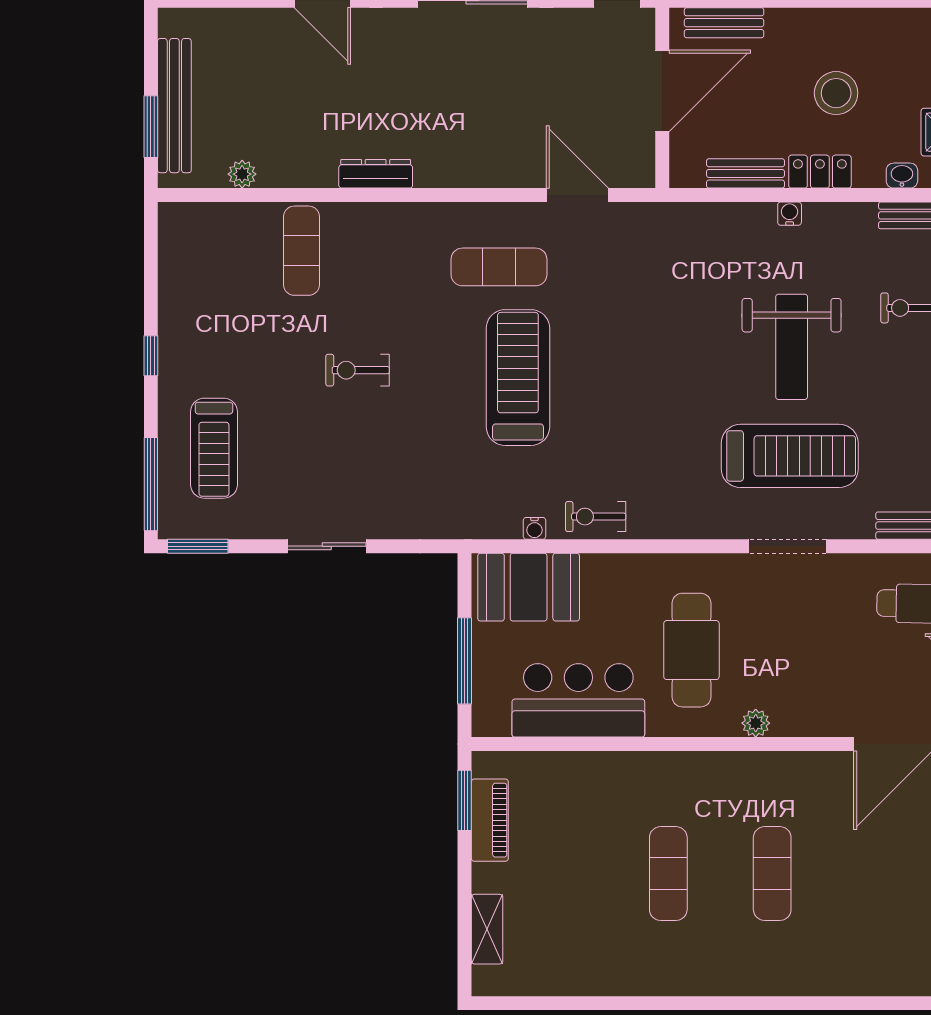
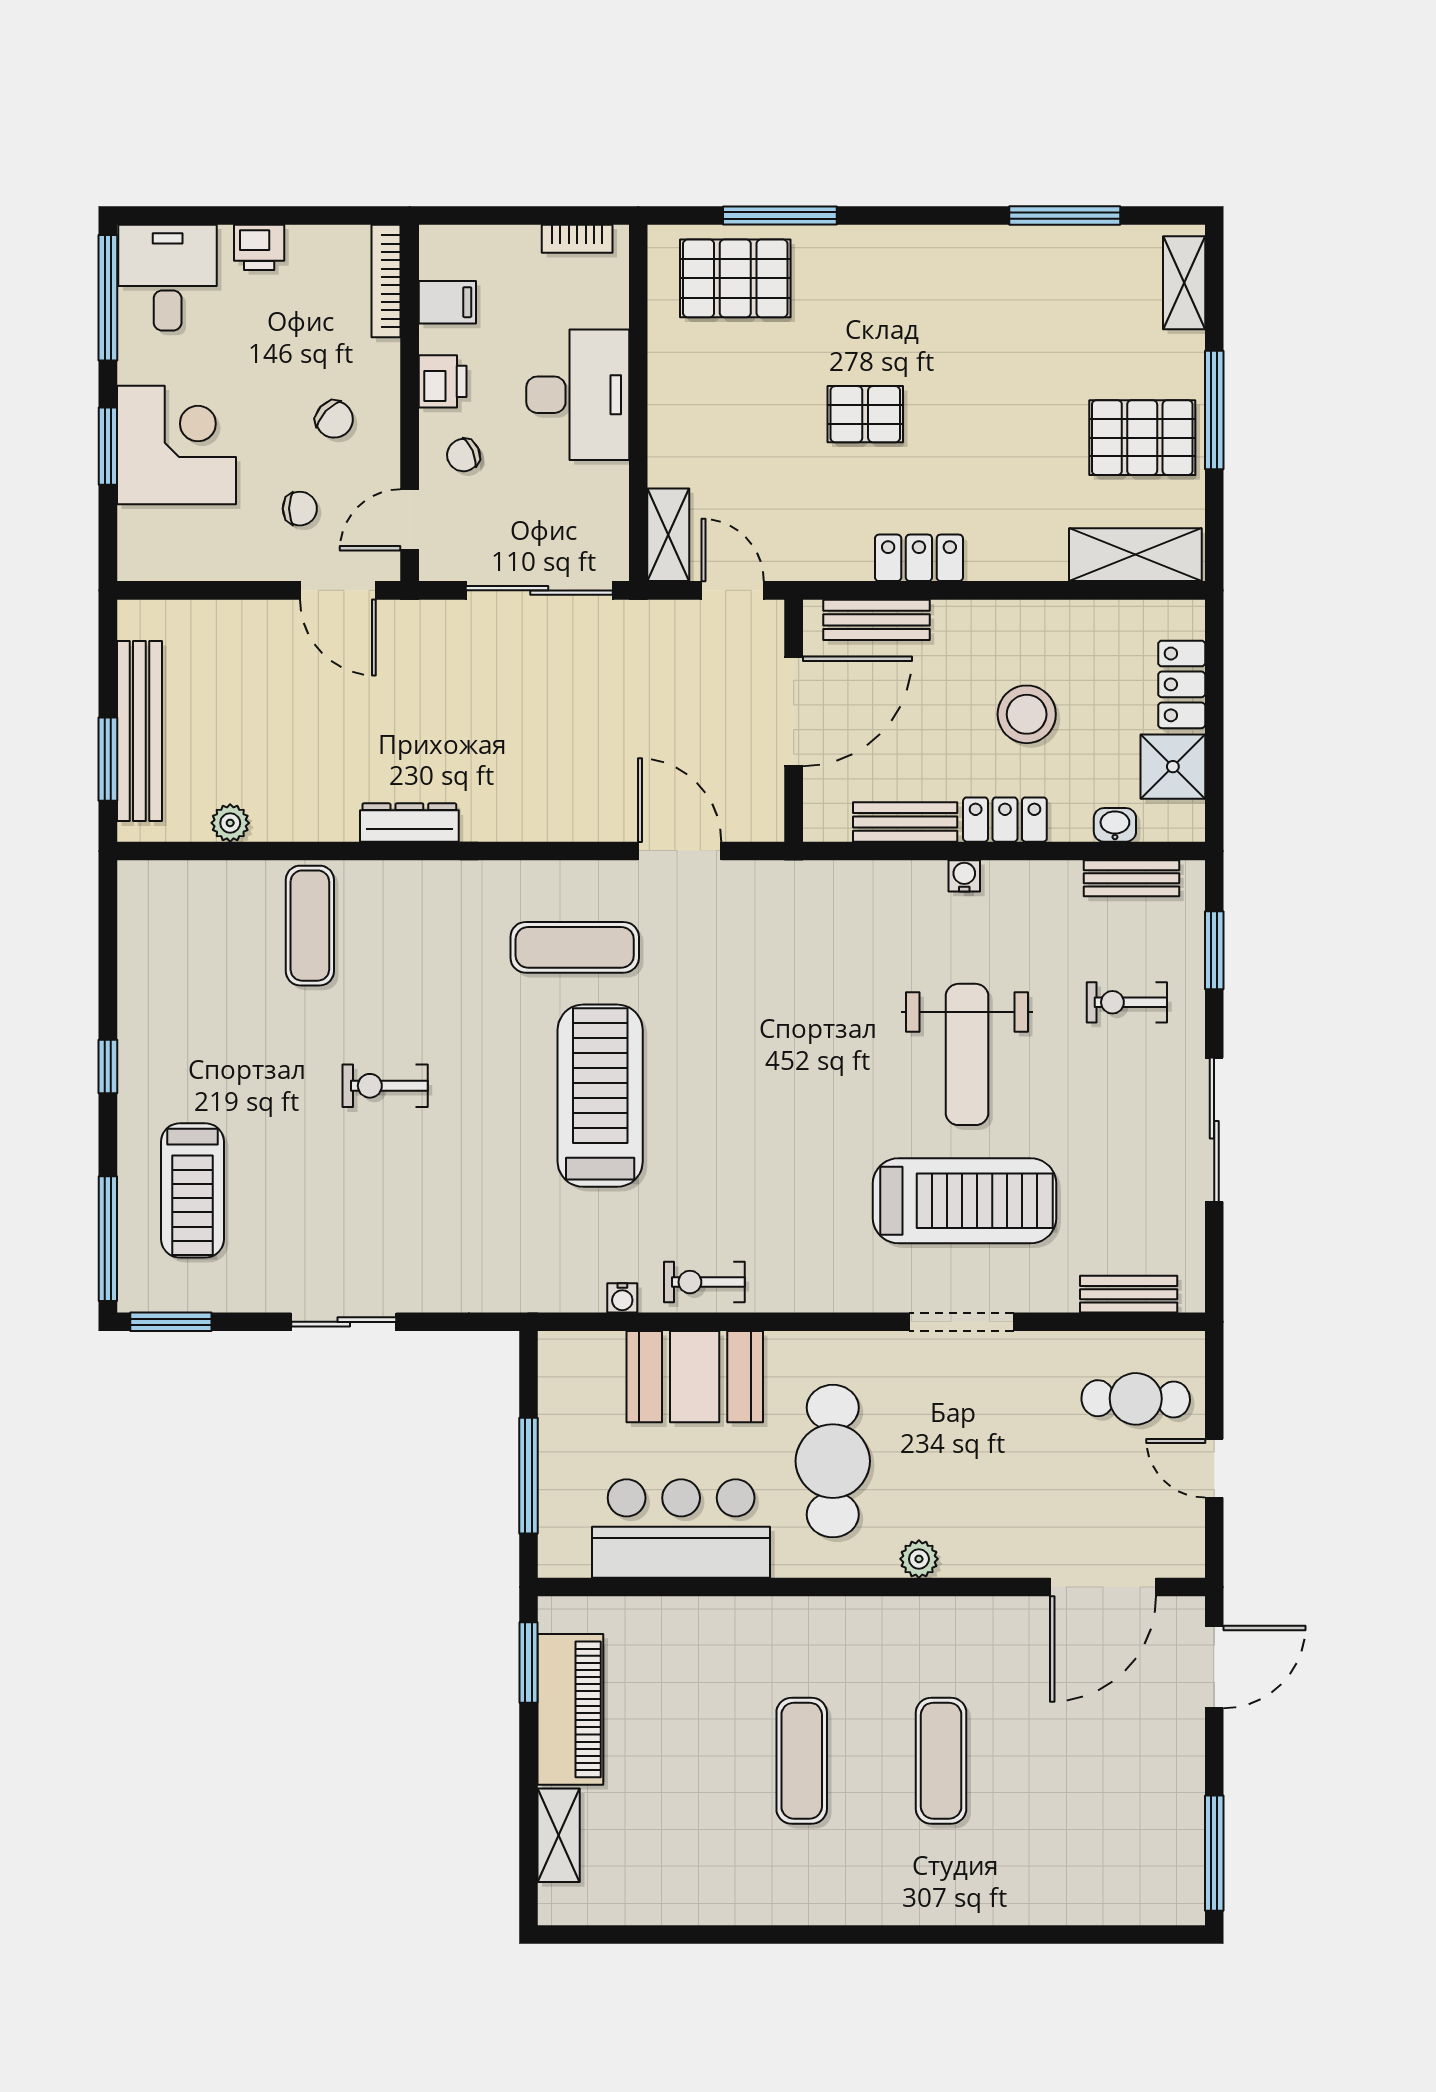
booth: (529, 587) -> (695, 1377), moved
piano: (490, 820) -> (570, 1709), width x1.37, depth x1.33

